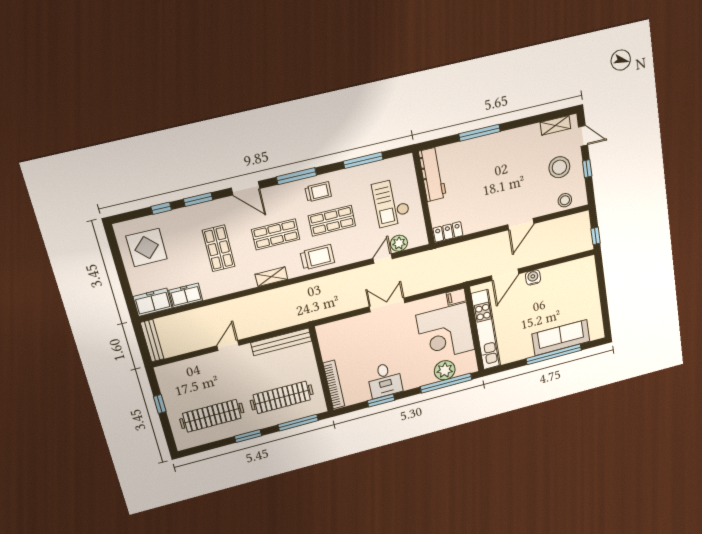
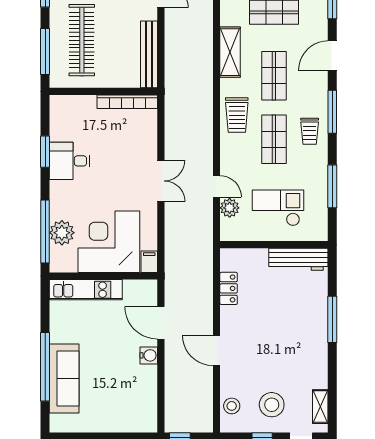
locker: (448, 232) -> (229, 288), moved
shelving: (271, 277) -> (230, 52), width x1.50, depth x1.33
kitchen unit: (486, 330) -> (86, 290), width x0.73
bookcase: (334, 385) -> (127, 102), moved

